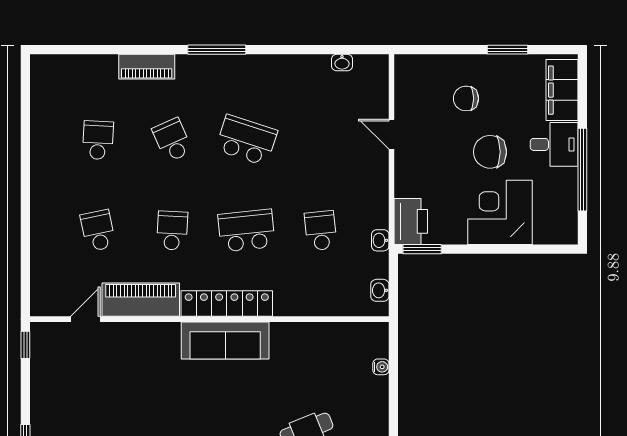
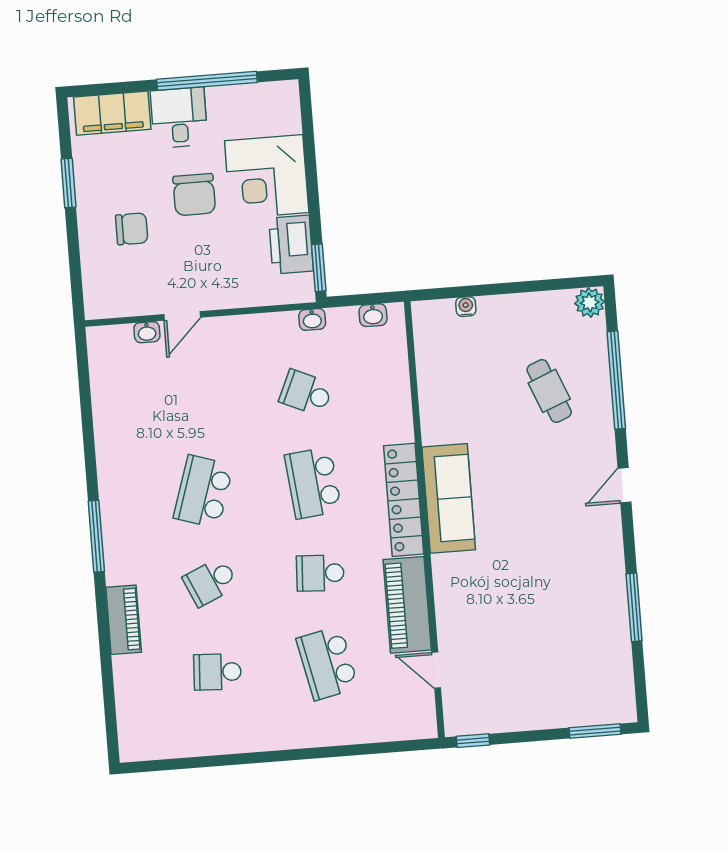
washbasin: (342, 63) -> (147, 332), moved, turned 90
chair: (466, 98) -> (132, 229), turned -90
printer: (411, 221) -> (291, 245), moved, turned -90
school desk: (98, 231) -> (327, 663), width x1.85
school desk: (321, 231) -> (306, 393), turned 30

